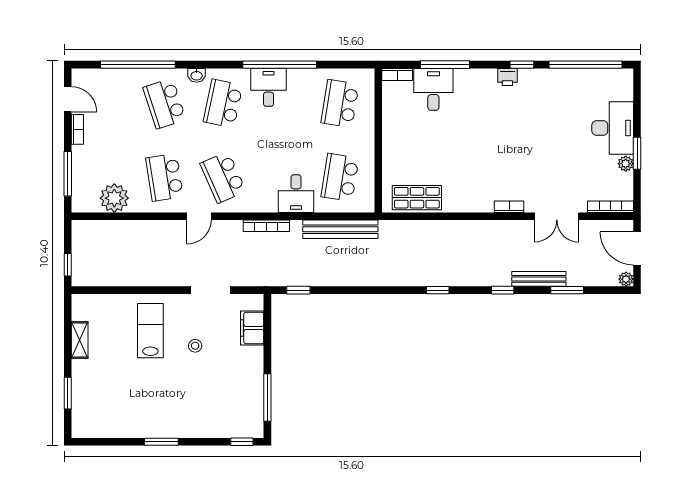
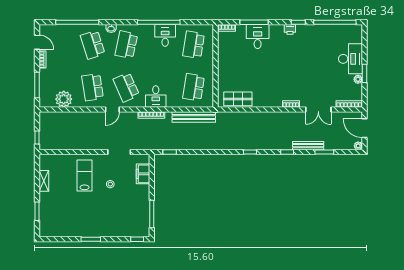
desk: (268, 87) -> (165, 35), moved
desk: (433, 89) -> (258, 37), moved
desk: (296, 194) -> (156, 97), moved

